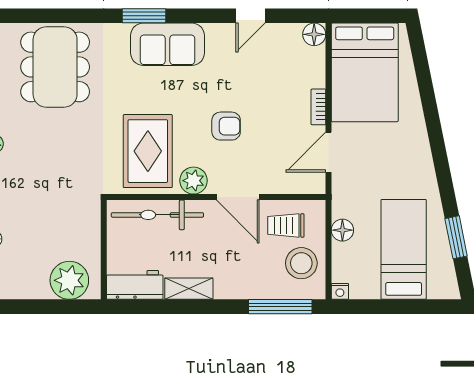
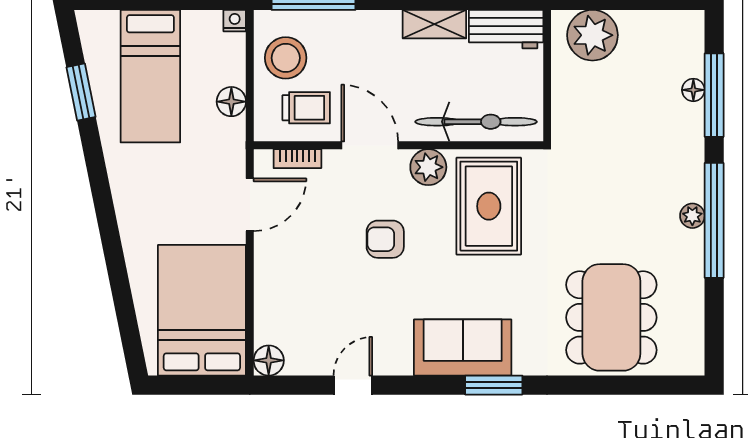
bookcase: (318, 107) -> (297, 159), moved, turned 90

